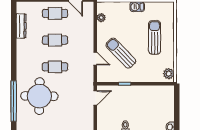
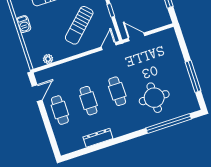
dresser: (21, 26) -> (98, 138), moved
door: (95, 59) -> (109, 46), moved
round table: (39, 96) -> (154, 98), width x0.73, depth x0.73

